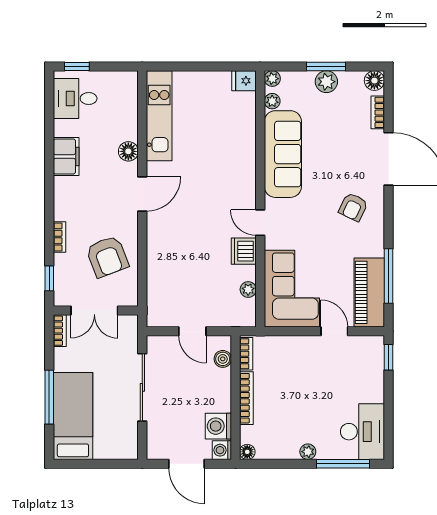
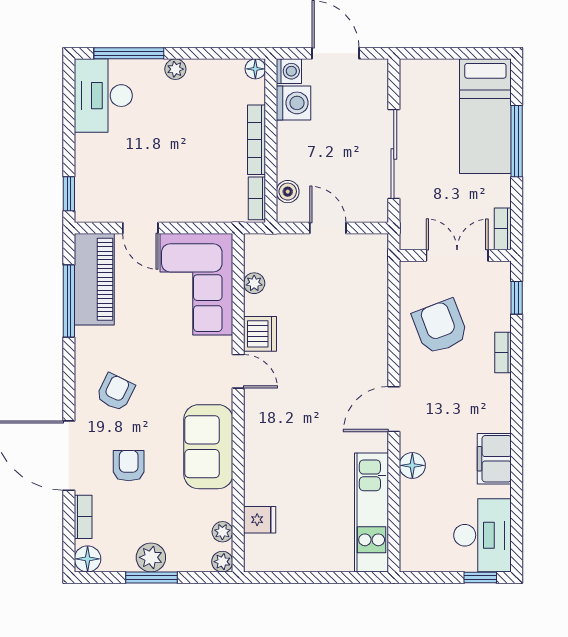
fridge: (244, 81) -> (260, 520), moved
desk: (75, 99) -> (483, 535), width x1.37
armchair: (343, 151) -> (129, 466), added
sofa: (283, 154) -> (208, 447), width x0.73

